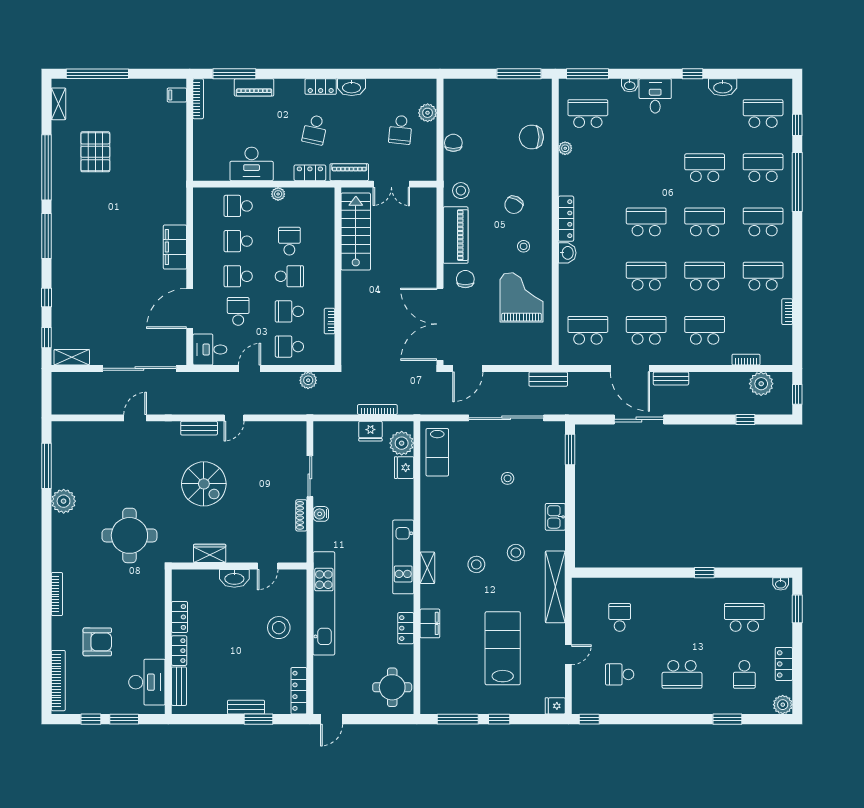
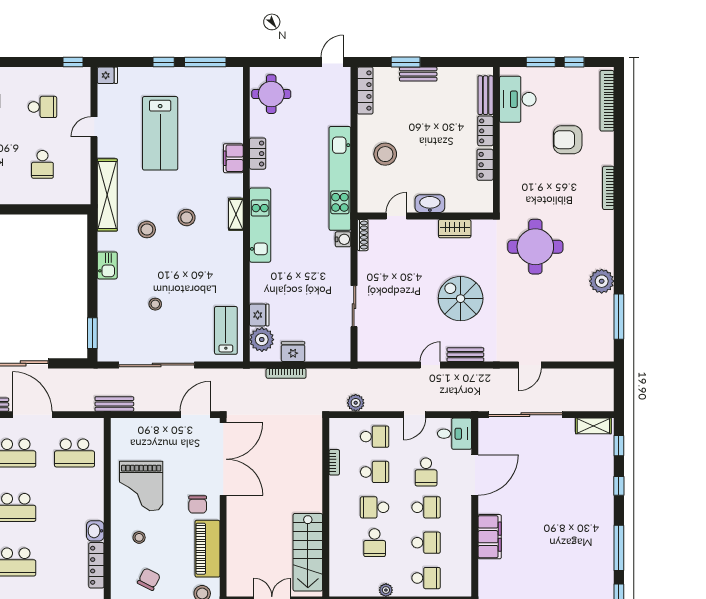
water cooler: (321, 514) -> (343, 239), moved
shoe rack: (301, 515) -> (363, 235), moved

